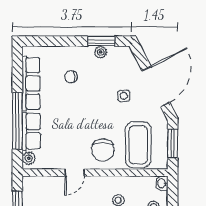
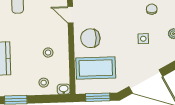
side table: (124, 96) -> (143, 39), moved

